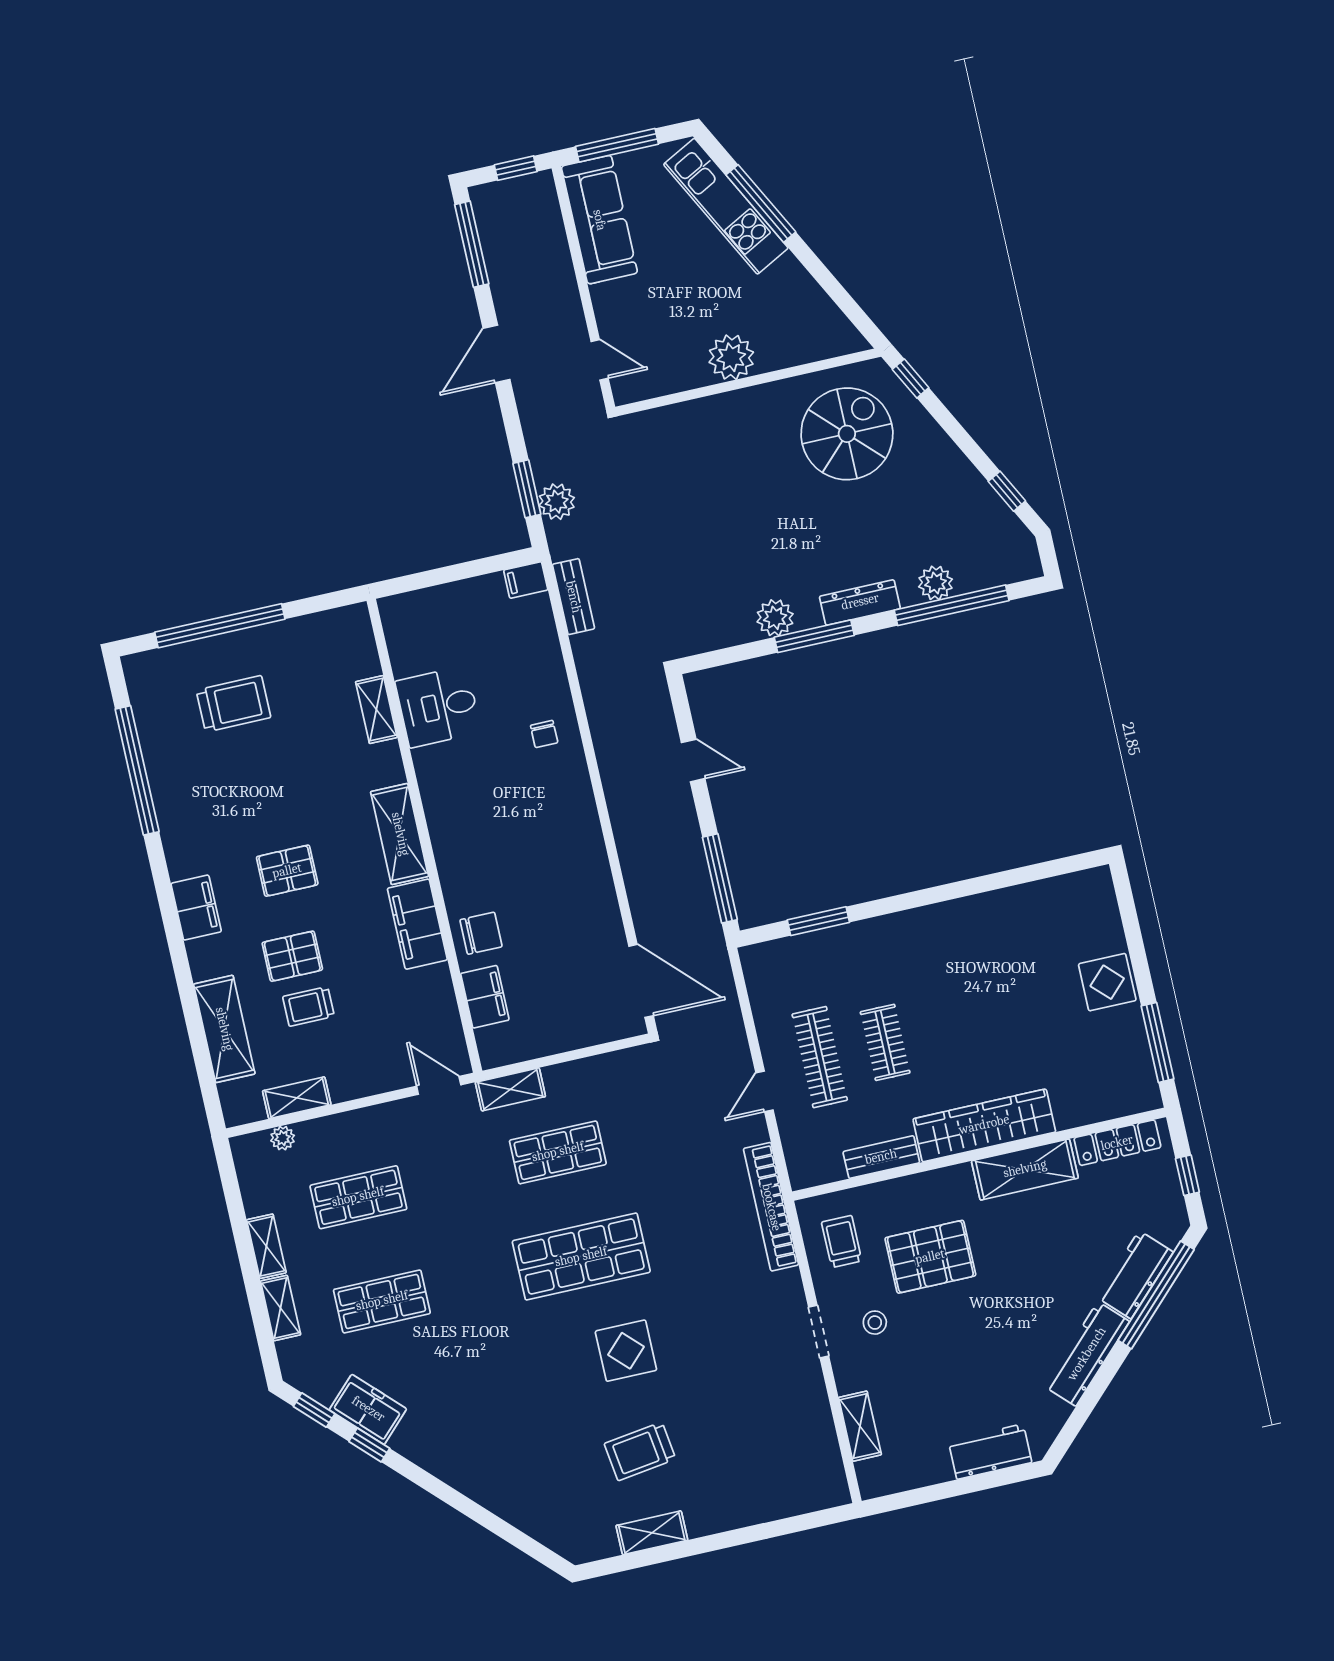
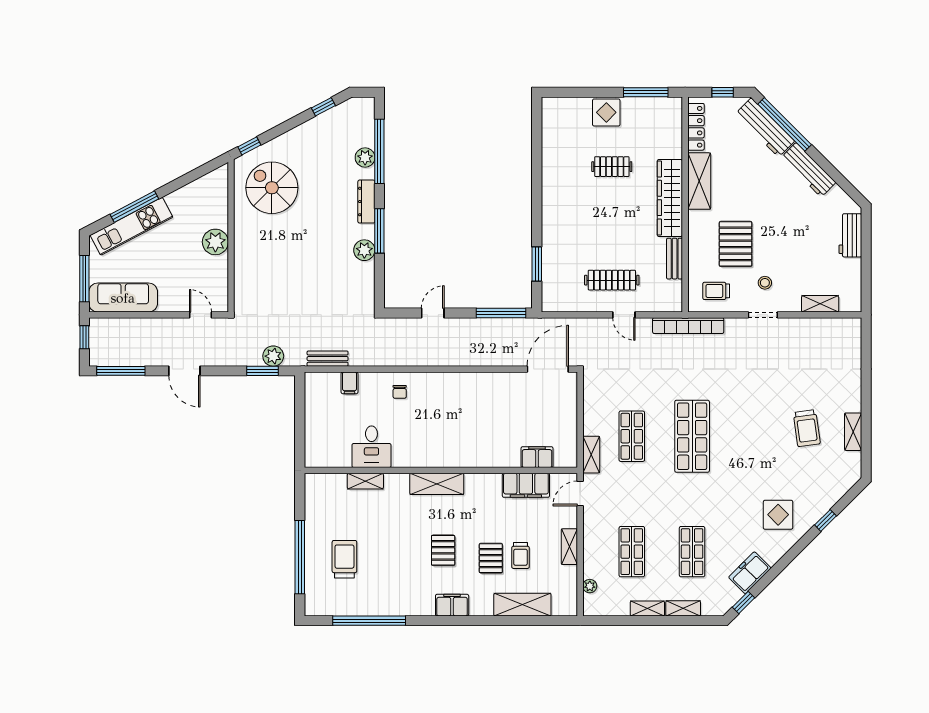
door: (600, 360) -> (200, 315), hinge flipped
filing cabinet: (526, 580) -> (349, 383), moved
chair: (544, 734) -> (400, 392), turned 90
filing cabinet: (417, 924) -> (526, 485), moved
chair: (481, 933) -> (502, 451), removed
clothes rail: (885, 1042) -> (612, 167), moved
shelving: (297, 1098) -> (569, 547), moved
workbench: (1135, 1275) -> (765, 128), width x1.38
display table: (626, 1351) -> (778, 515), moved
window: (369, 1445) -> (825, 520), moved

